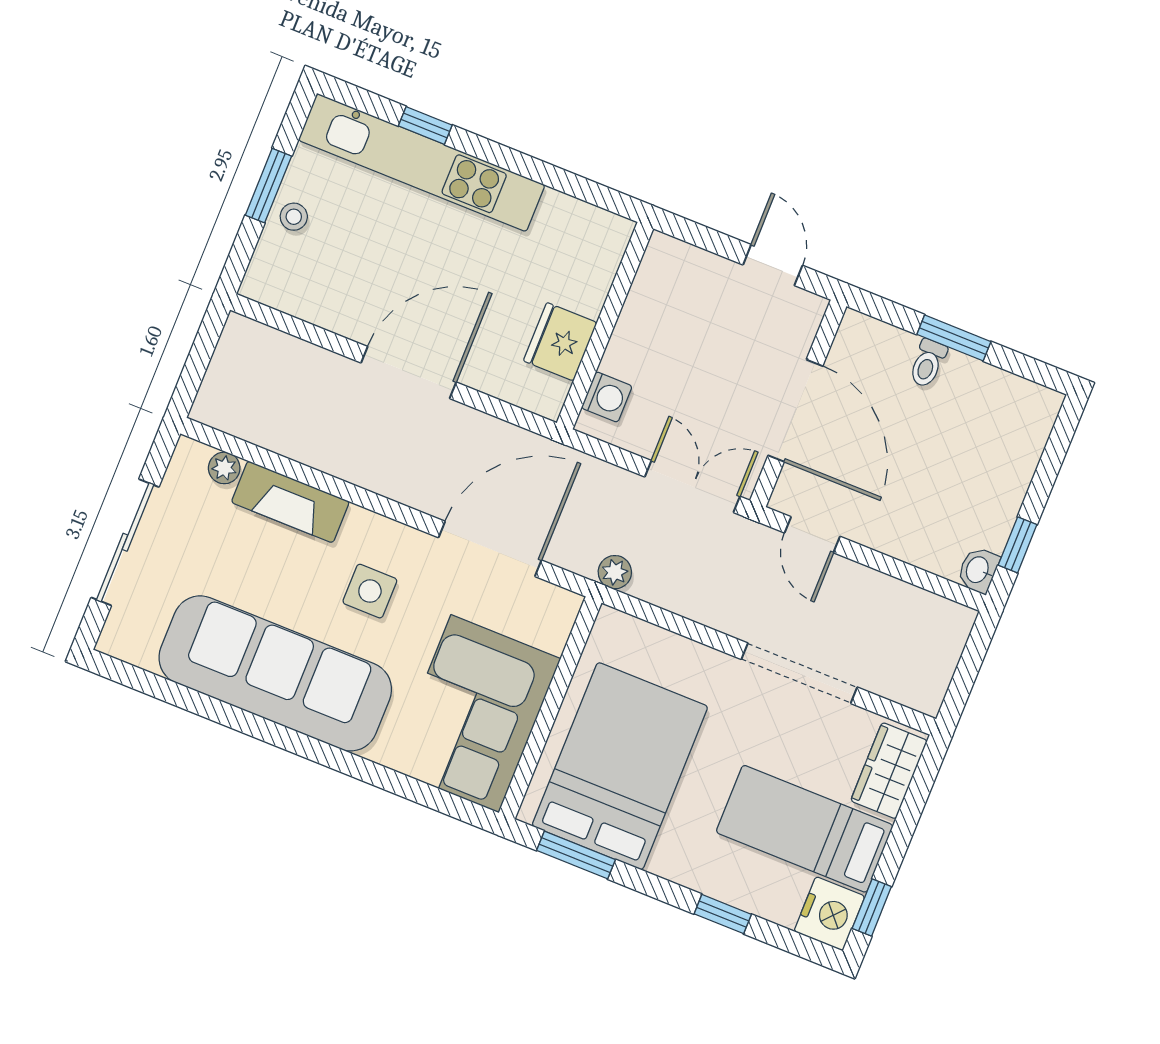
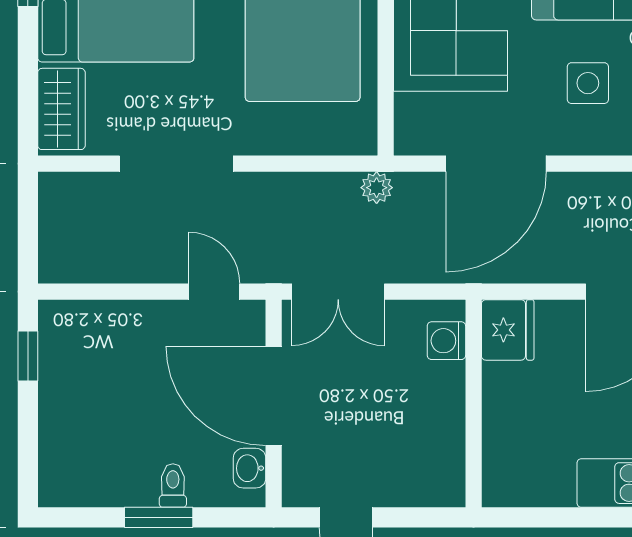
fridge: (560, 342) -> (508, 330), moved
washbasin: (978, 570) -> (250, 468), moved, turned 180

